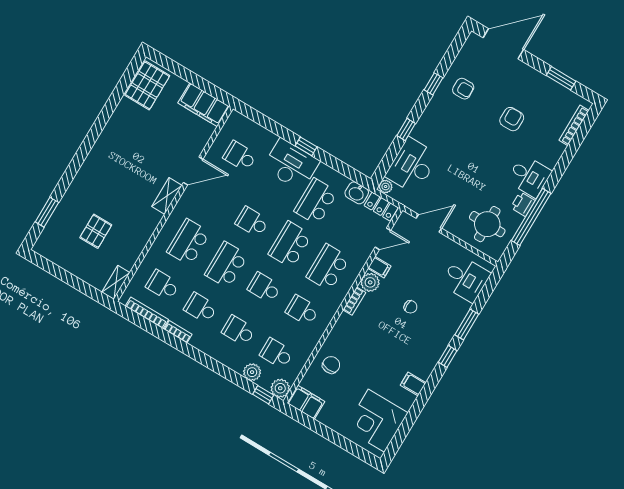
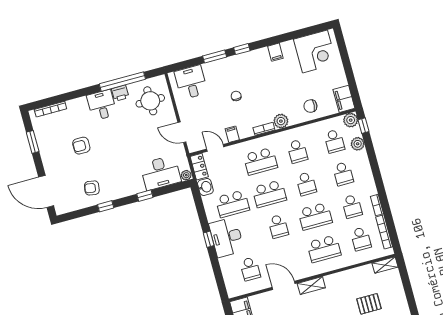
armchair: (463, 89) -> (92, 188), turned -80
plant: (370, 282) -> (281, 121), moved

